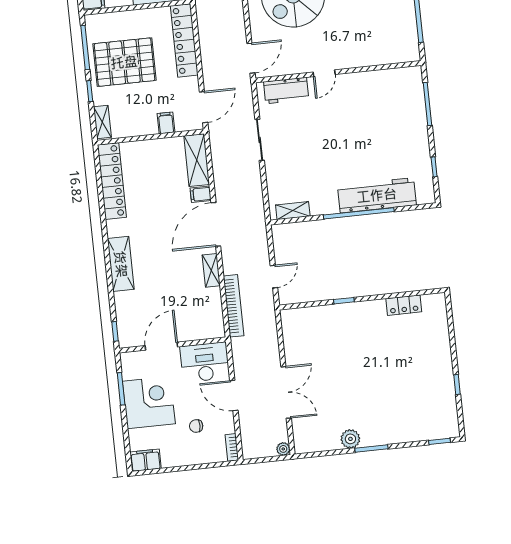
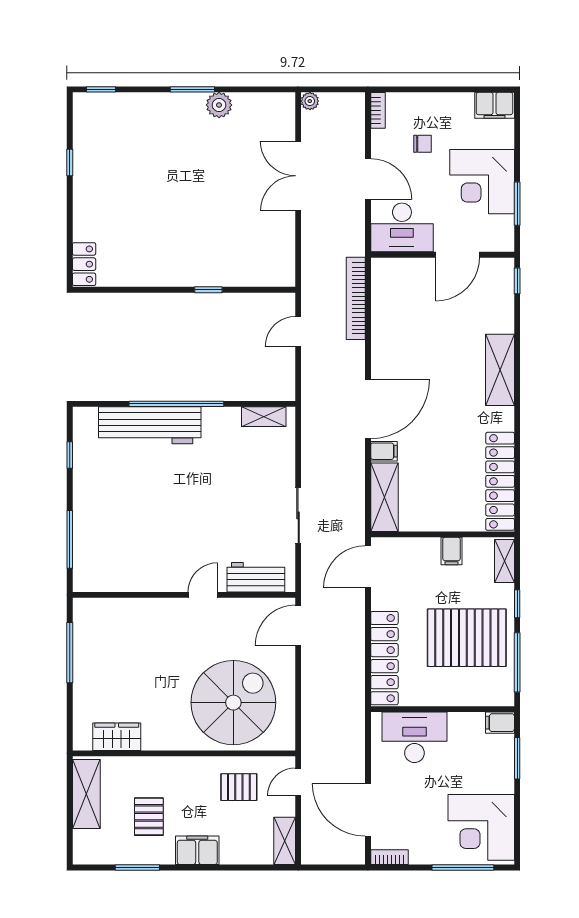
filing cabinet: (166, 123) -> (452, 551), moved
shelving: (211, 270) -> (381, 349), removed
locker: (404, 305) -> (84, 264), moved, turned 90

